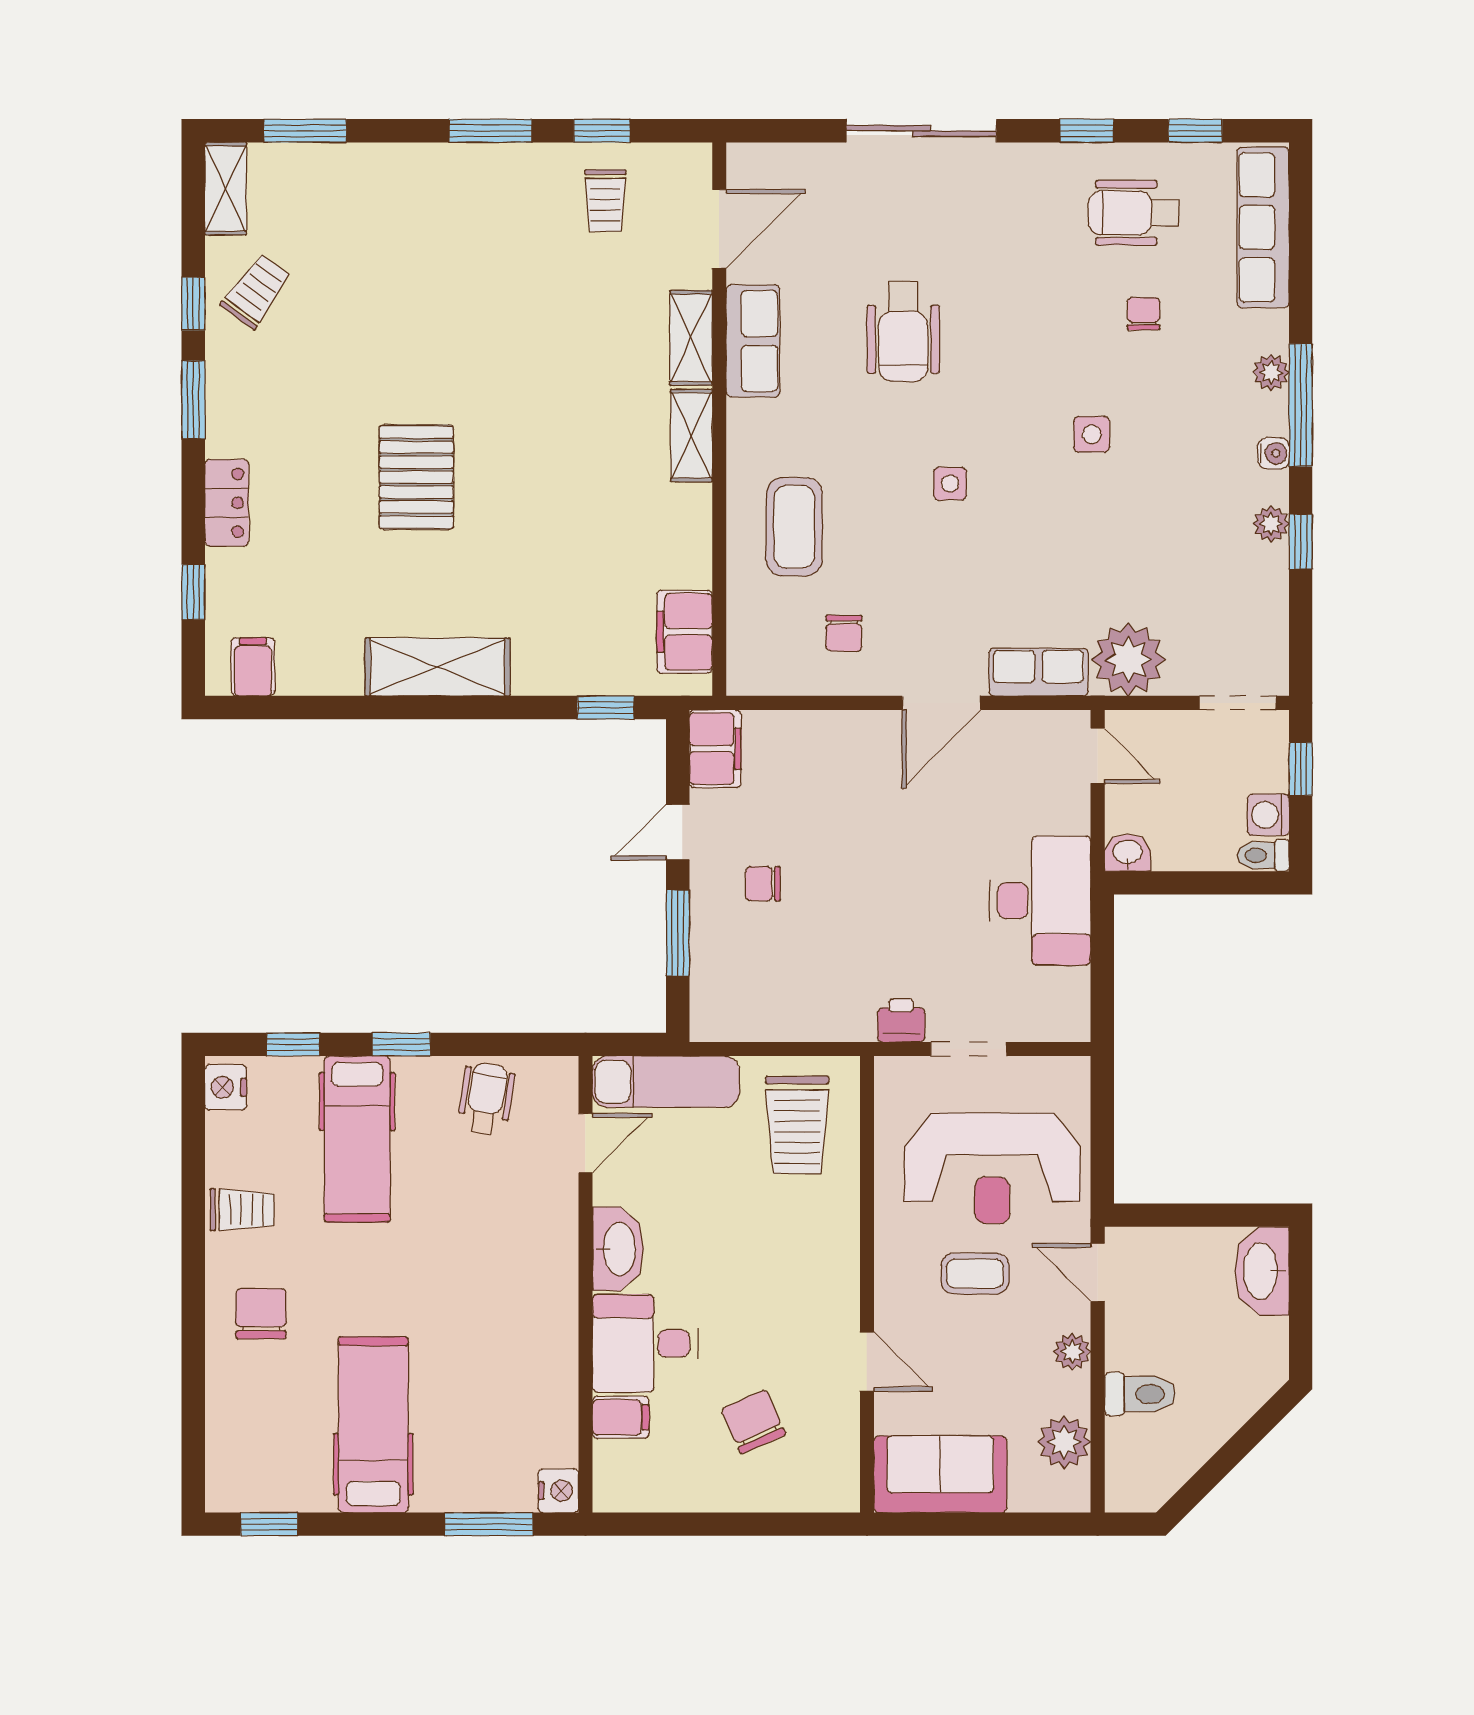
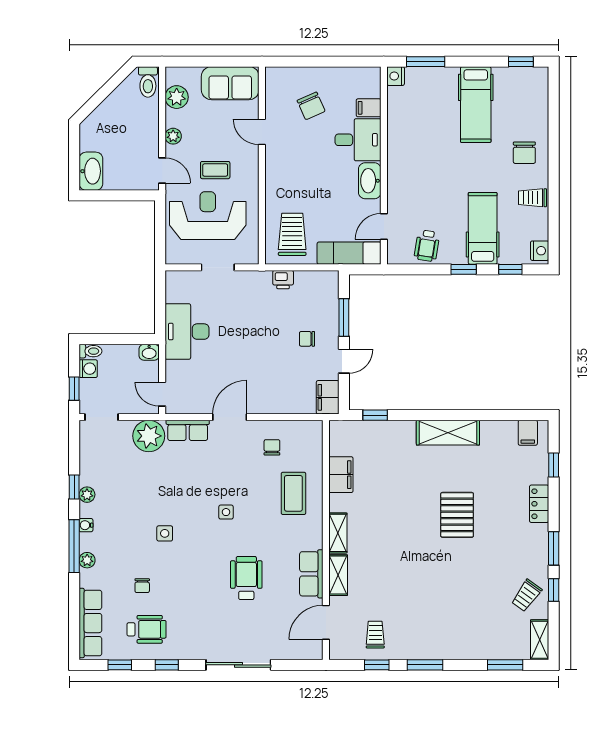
filing cabinet: (685, 632) -> (341, 475), moved
chair: (763, 884) -> (307, 339), turned 180
printer: (901, 1021) -> (283, 280), moved
toilet: (1140, 1394) -> (148, 82), moved, turned -90

